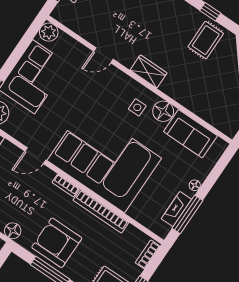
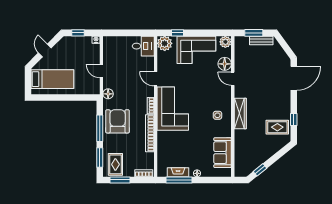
wardrobe: (148, 72) -> (240, 113), width x1.50
floor lamp: (163, 111) -> (225, 64), moved
corner sofa: (104, 159) -> (173, 109), width x0.73, depth x0.74

